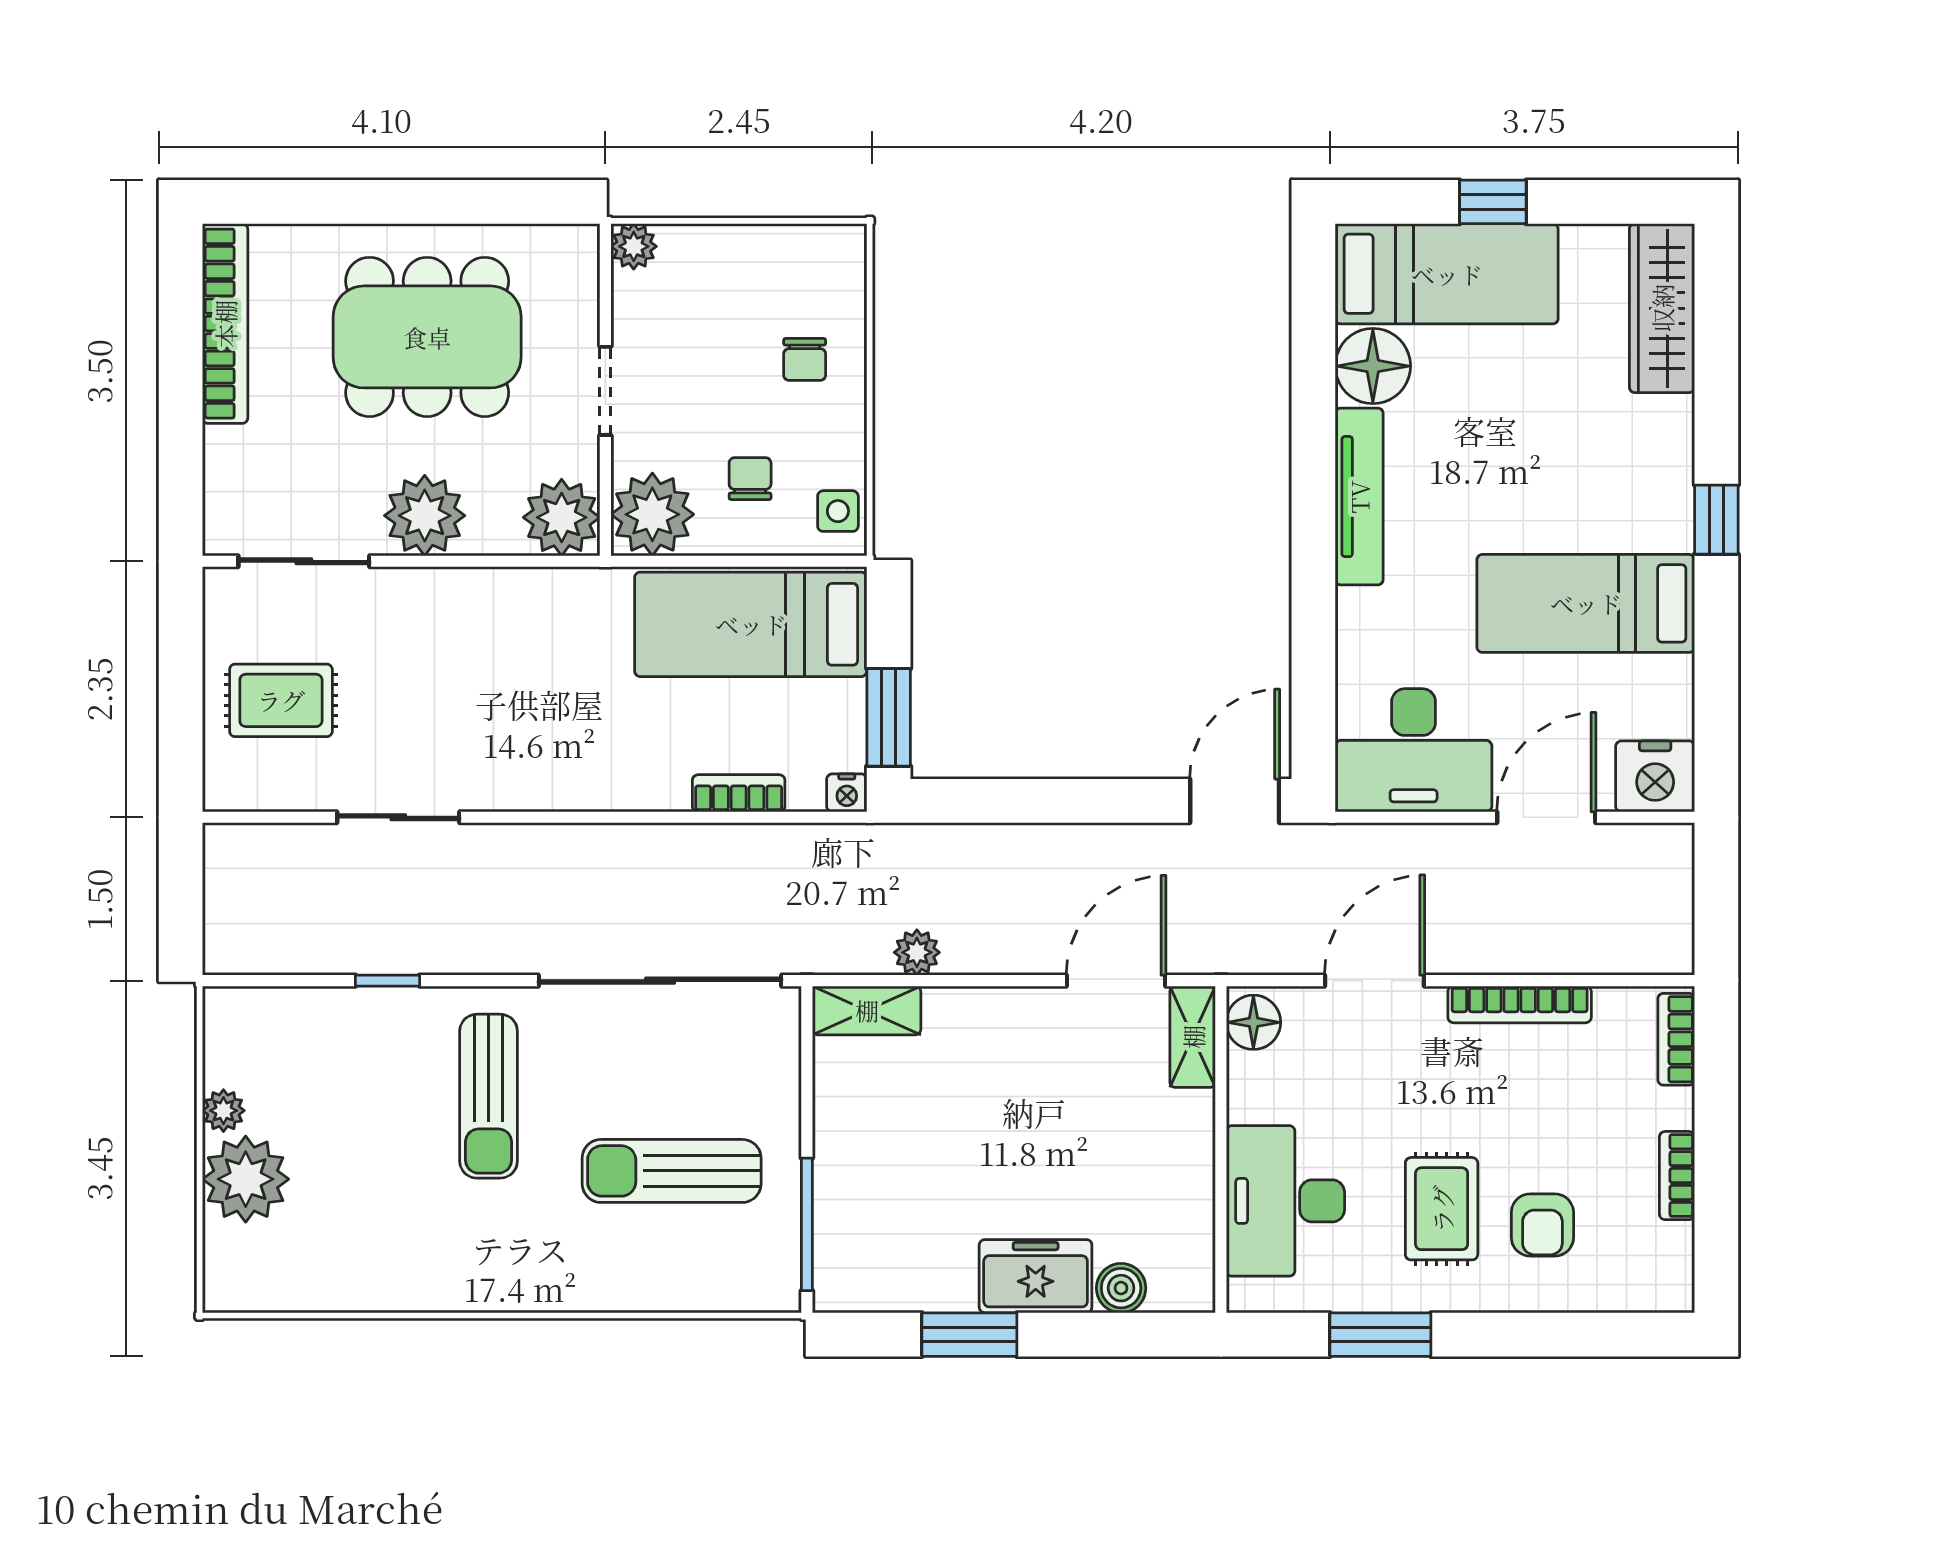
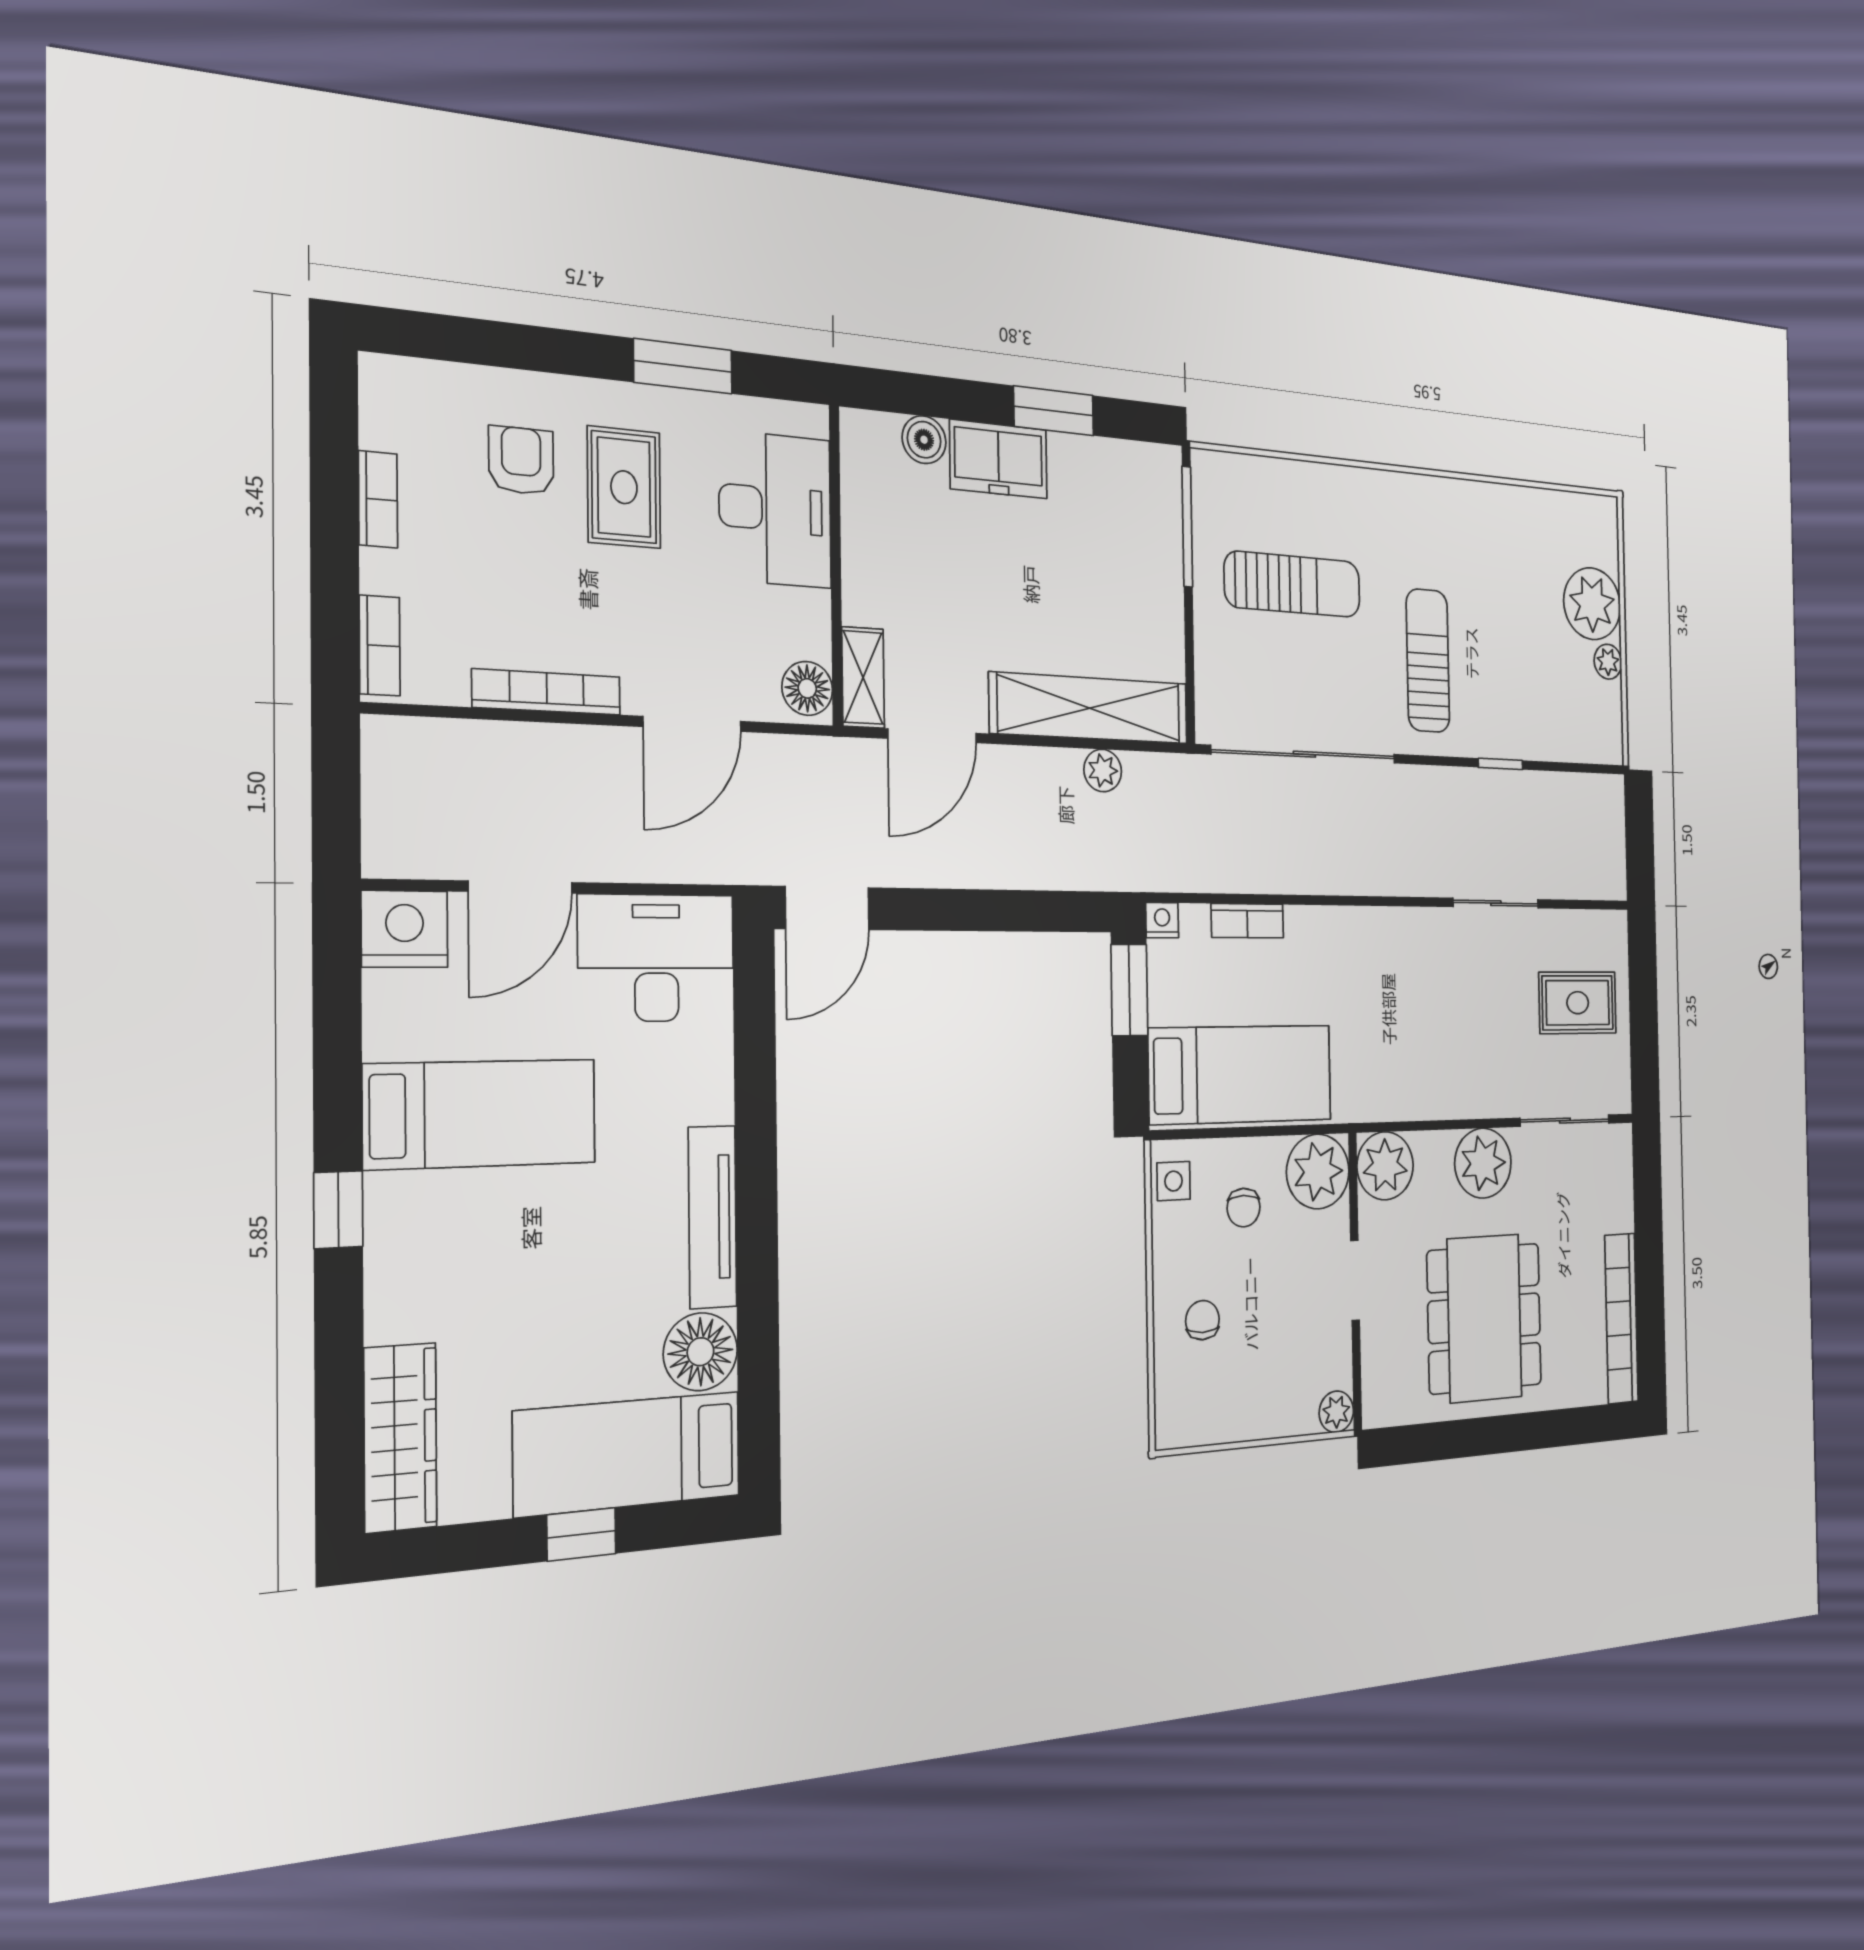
dining table: (427, 337) -> (1484, 1318), turned 90
shelving: (867, 1010) -> (1090, 708), width x2.20, depth x1.33

